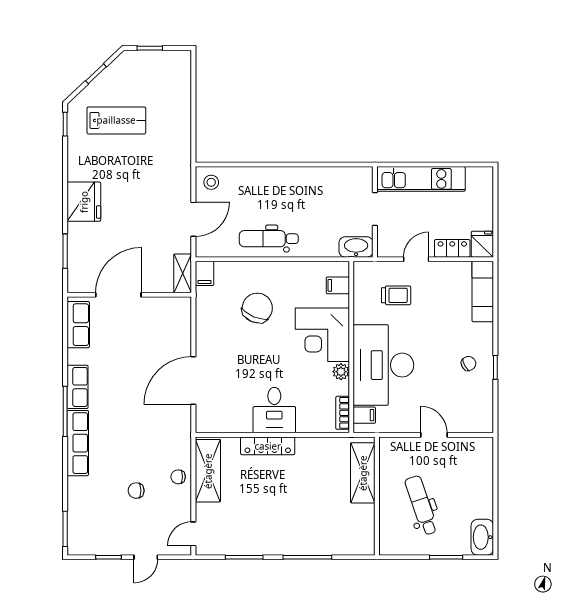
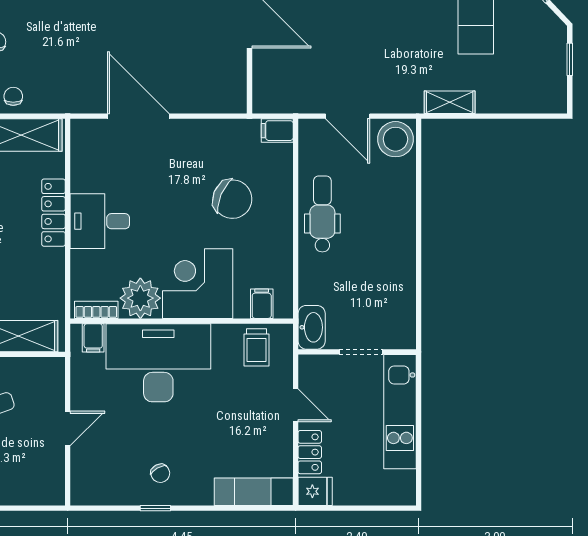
stool: (211, 182) -> (395, 139), width x1.89, depth x1.89
shelving: (183, 273) -> (450, 102), moved
trolley: (396, 295) -> (256, 347), moved
plant: (341, 372) -> (140, 298), width x1.87, depth x1.87

